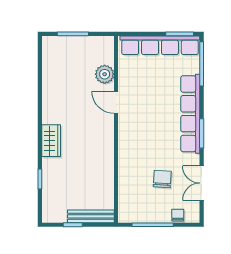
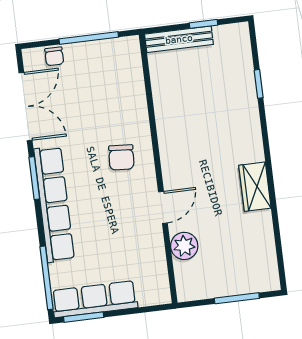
row of seats: (160, 45) -> (94, 299), width x0.73
door: (116, 102) -> (163, 207), hinge flipped
wardrobe: (51, 141) -> (255, 187), moved
chair: (162, 179) -> (121, 157), moved
double door: (202, 183) -> (26, 107), width x1.37

